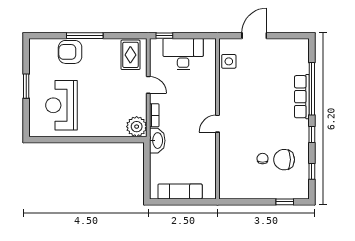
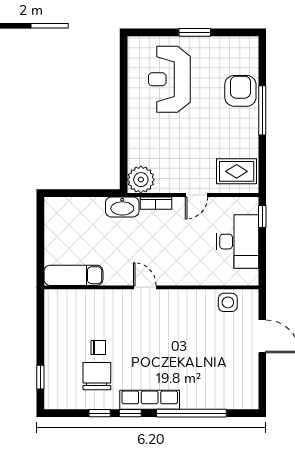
row of seats: (302, 97) -> (150, 400), moved
reception desk: (61, 105) -> (169, 79), turned -90
window: (312, 171) -> (100, 413), moved
exam couch: (180, 191) -> (73, 275), moved, turned -90

